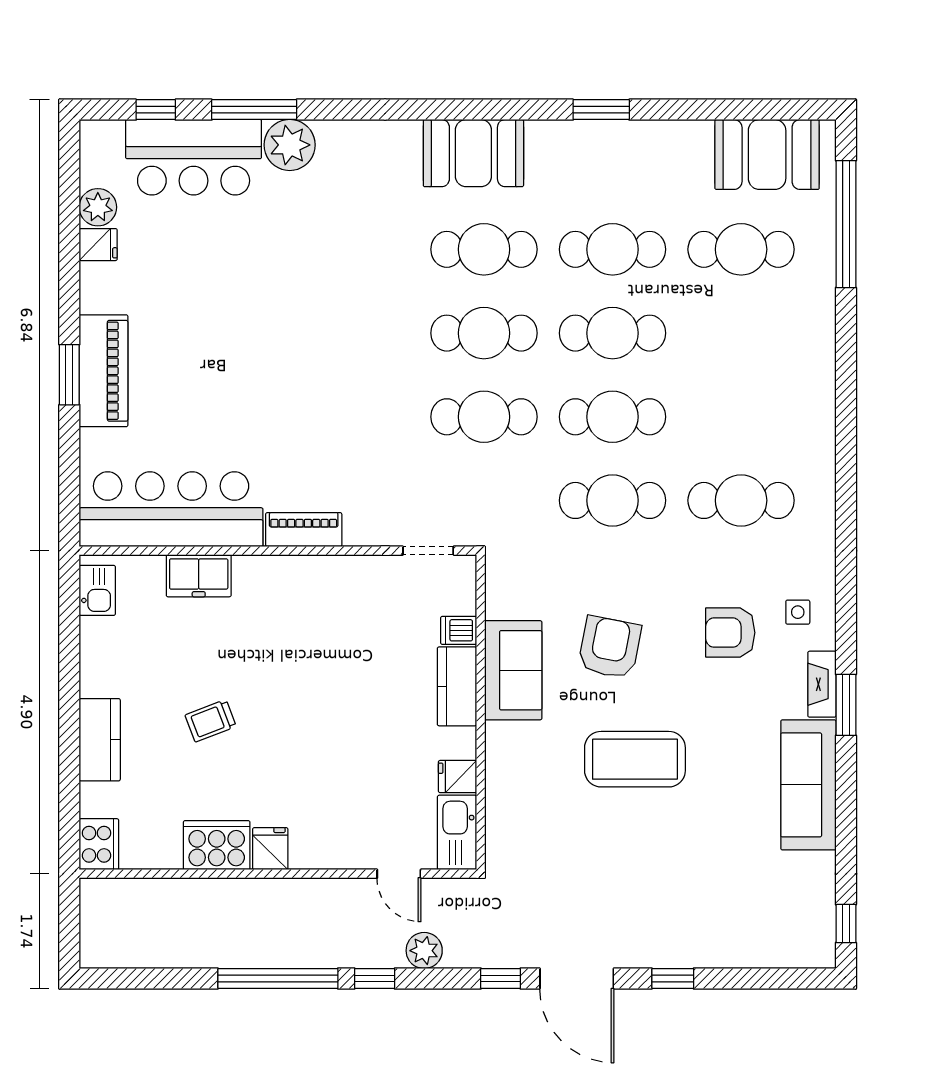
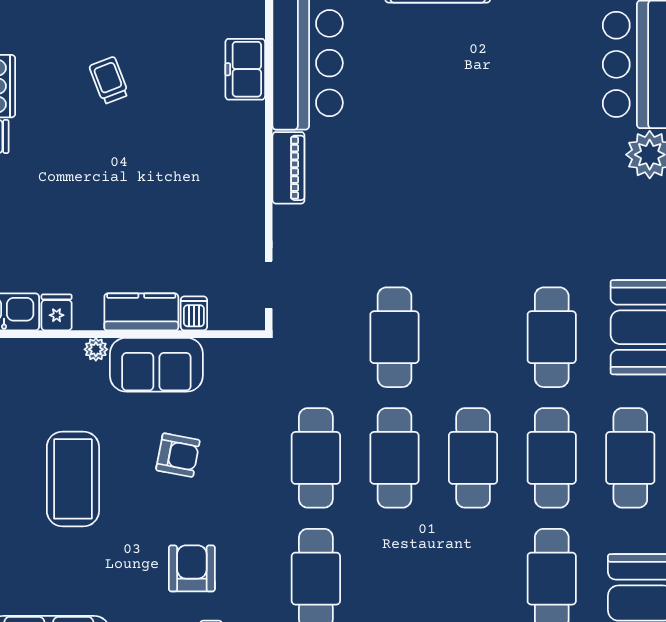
cafe table: (484, 333) -> (630, 458), moved
armchair: (610, 647) -> (178, 455), width x0.72, depth x0.72
plant: (497, 735) -> (96, 349), added

